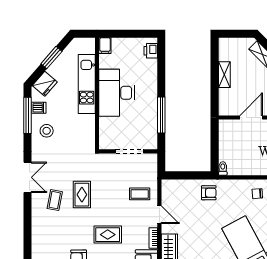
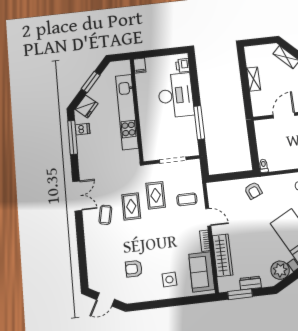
kitchen unit: (87, 84) -> (127, 112), width x1.36
desk: (117, 93) -> (176, 95), moved, turned 180
stool: (47, 131) -> (92, 150), removed
armchair: (209, 193) -> (253, 190), turned 67
rug: (108, 235) -> (156, 195), moved, turned 90

